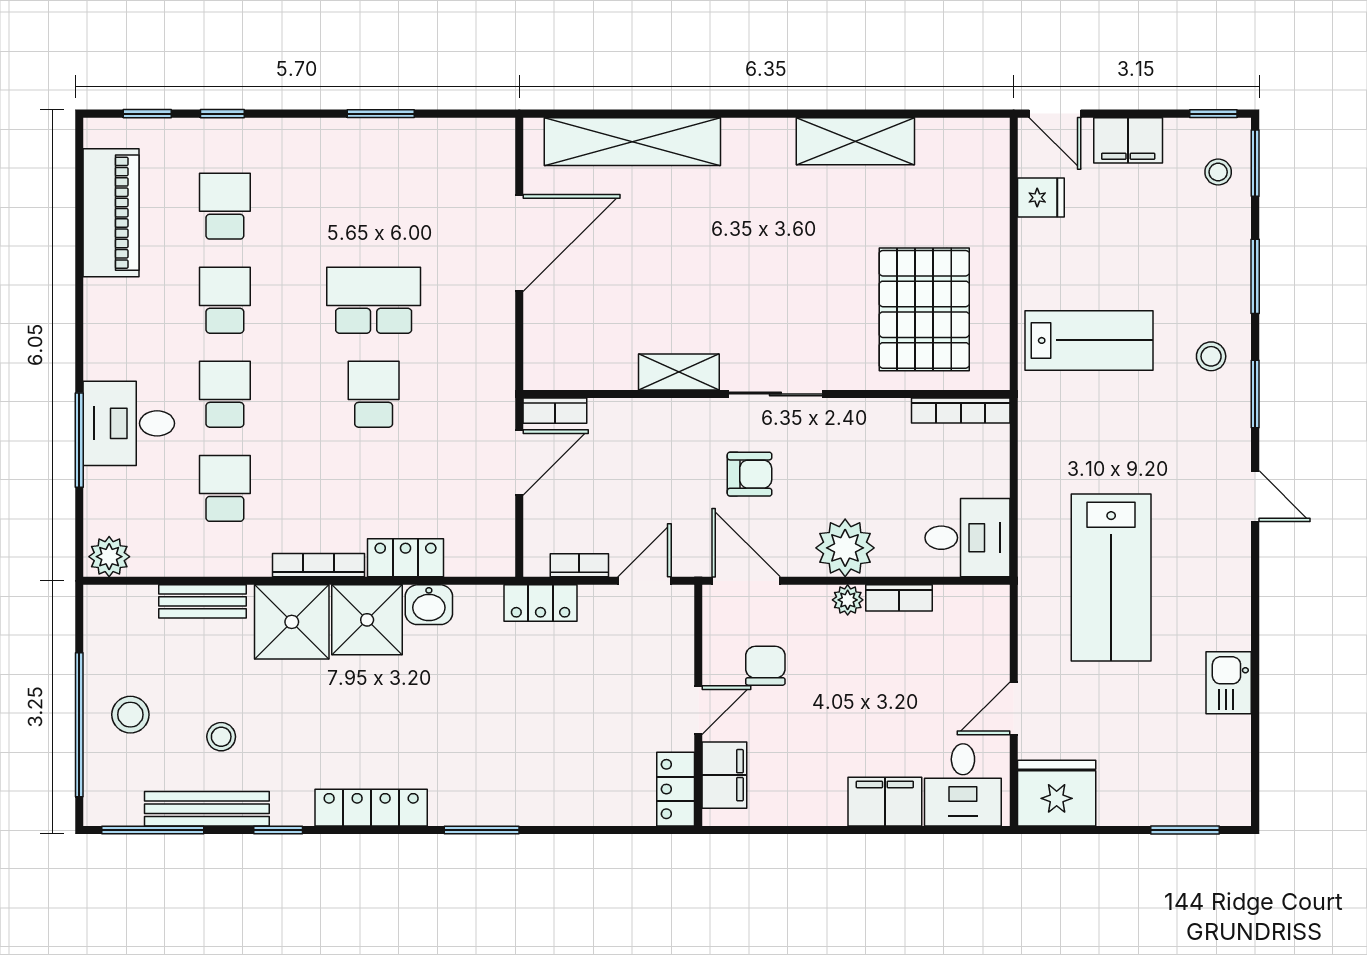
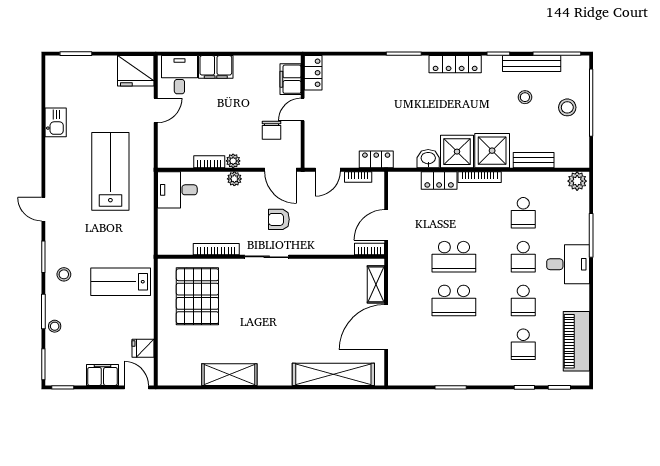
stool: (1218, 172) -> (55, 326), moved
shelving: (679, 372) -> (376, 284), moved, turned 90
school desk: (374, 394) -> (454, 257), width x1.85
bookcase: (961, 410) -> (216, 249), moved
desk: (129, 423) -> (568, 264), moved
plant: (845, 548) -> (234, 179), width x0.53, depth x0.53

